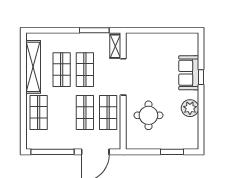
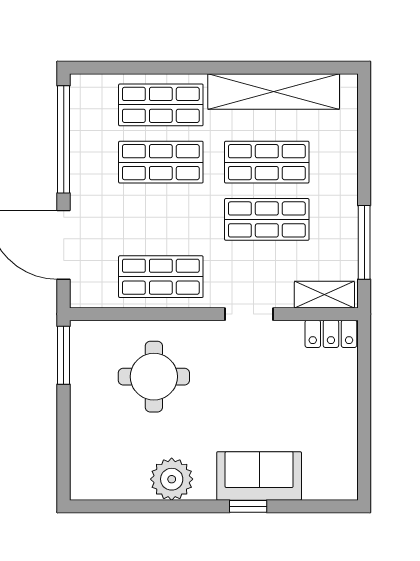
locker: (131, 44) -> (331, 334), added
doorway: (123, 77) -> (249, 314), width x0.53
shop shelf: (85, 112) -> (161, 162), moved
window: (172, 152) -> (64, 355), moved

